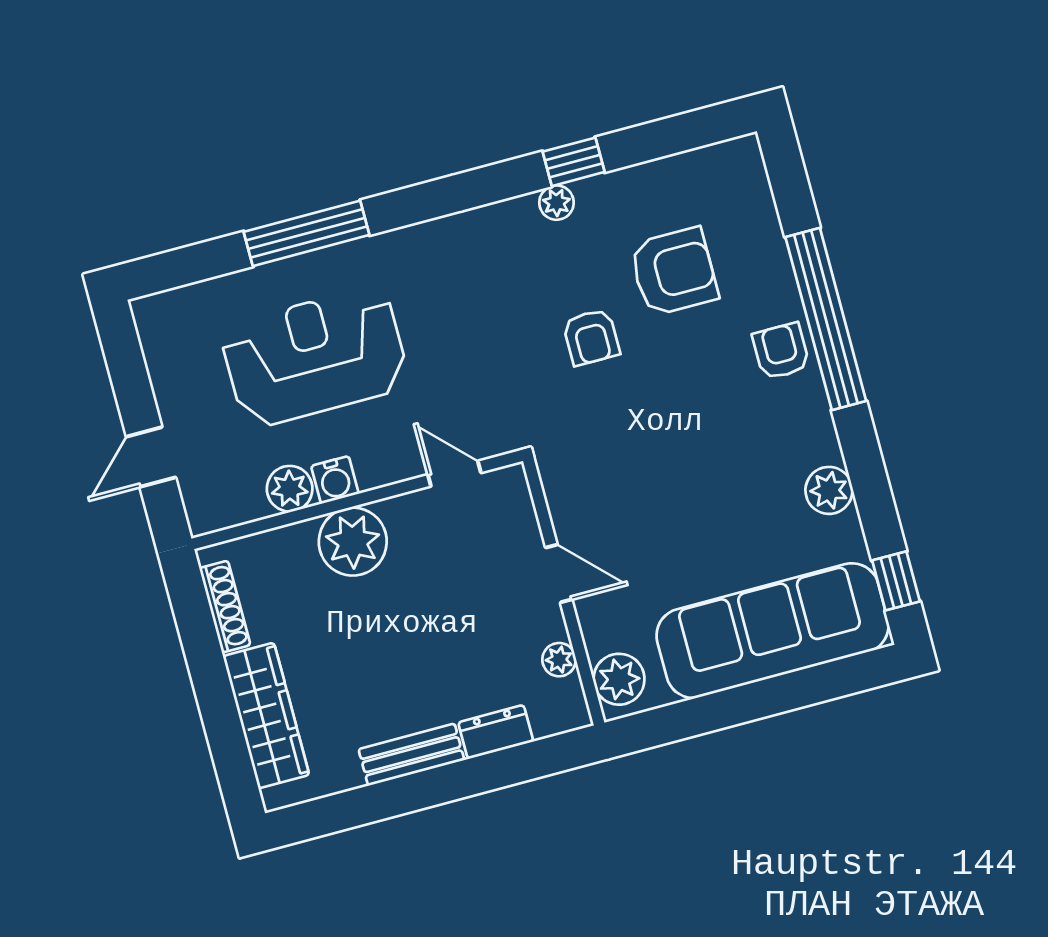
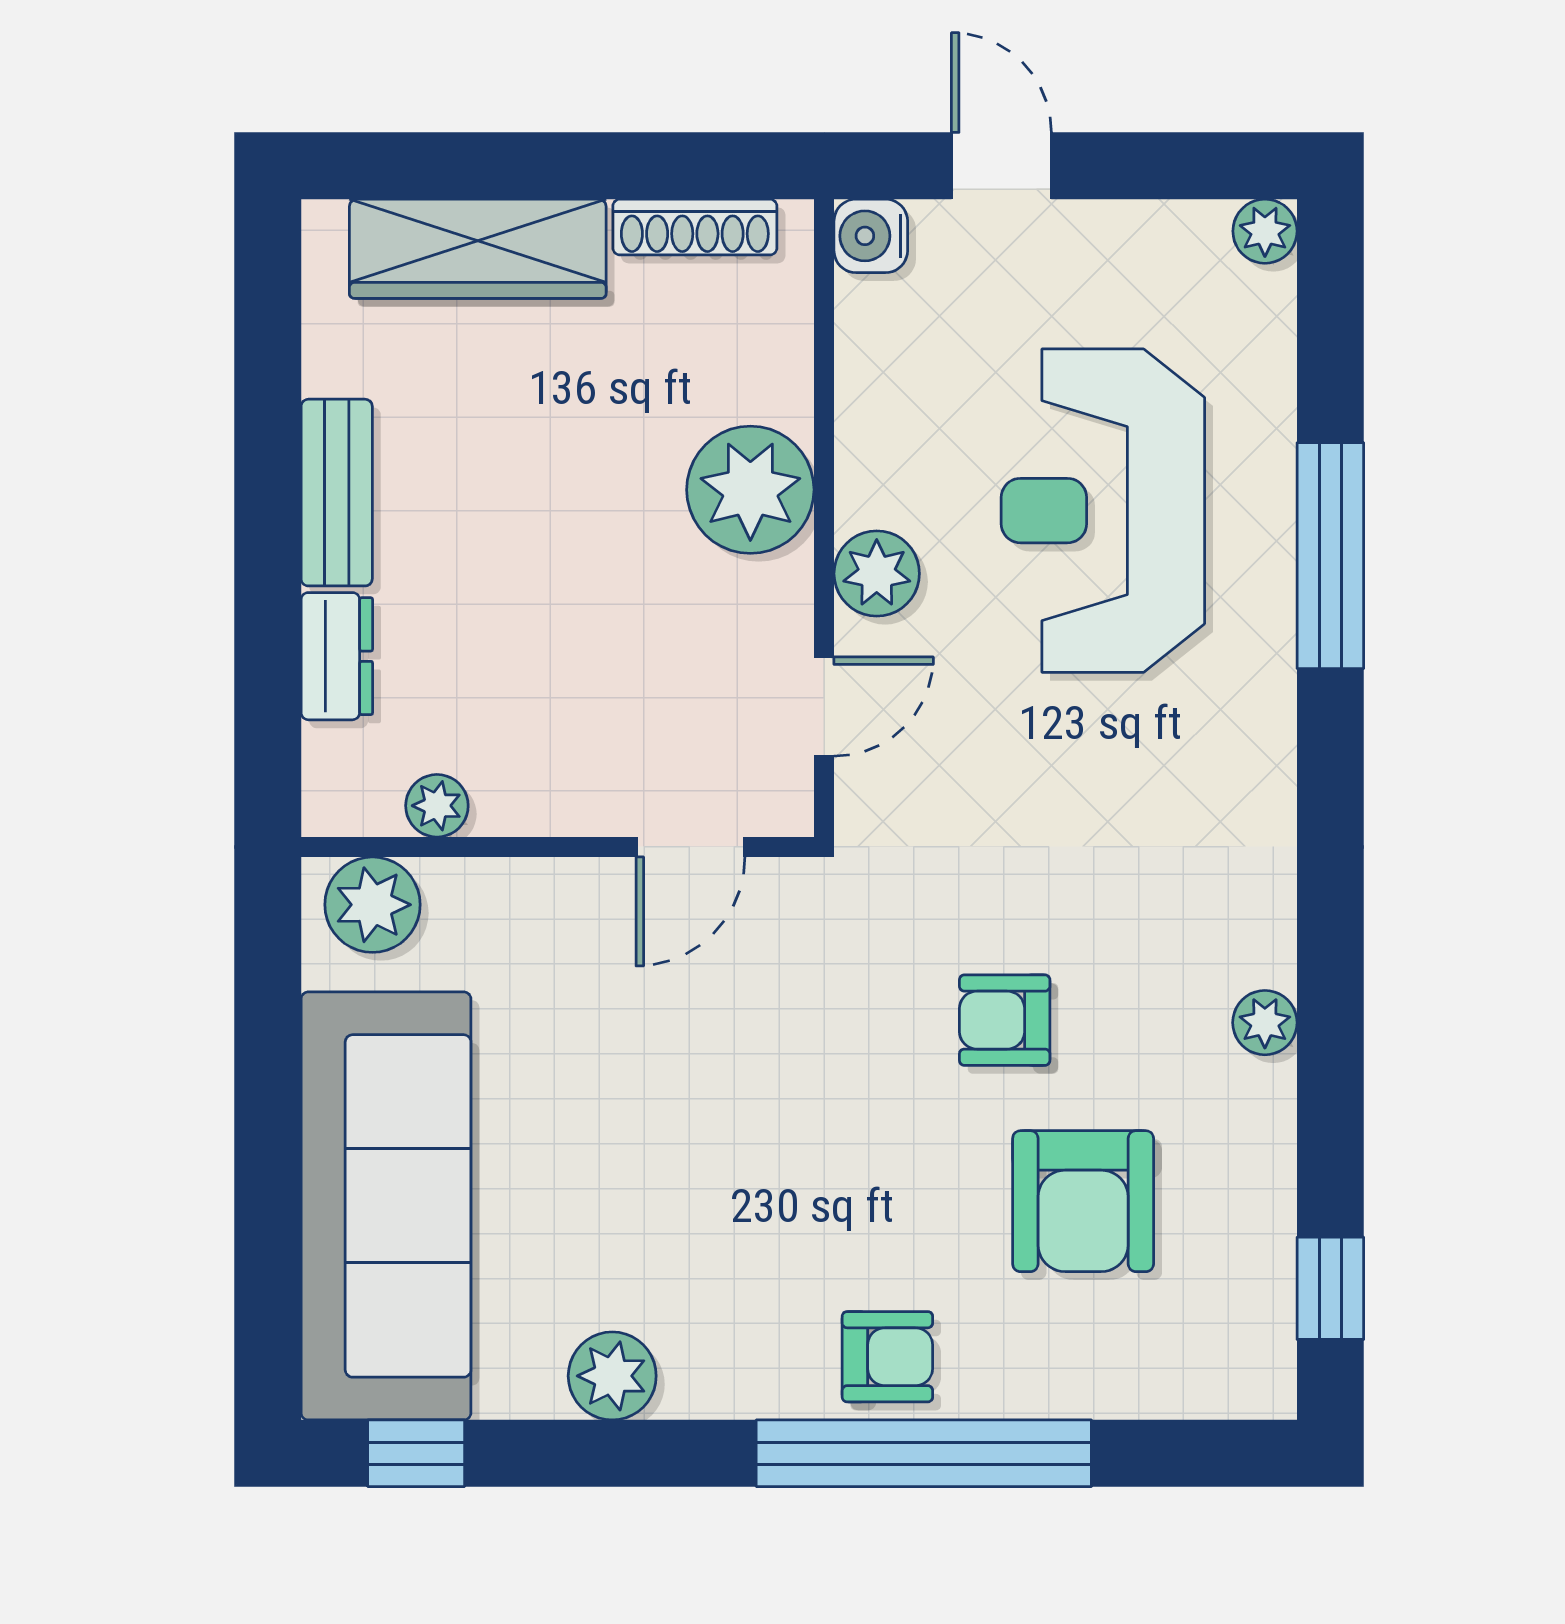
window: (574, 162) -> (1330, 1288), moved
plant: (148, 312) -> (1265, 231), added
reception desk: (315, 357) -> (1103, 511), turned 180
water cooler: (335, 480) -> (871, 236), moved
plant: (290, 489) -> (877, 574), moved
door: (559, 573) -> (691, 847), moved

